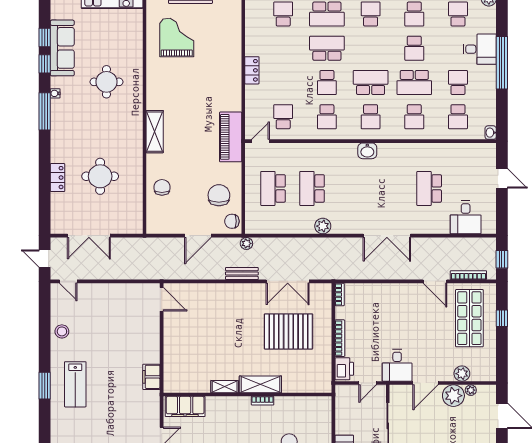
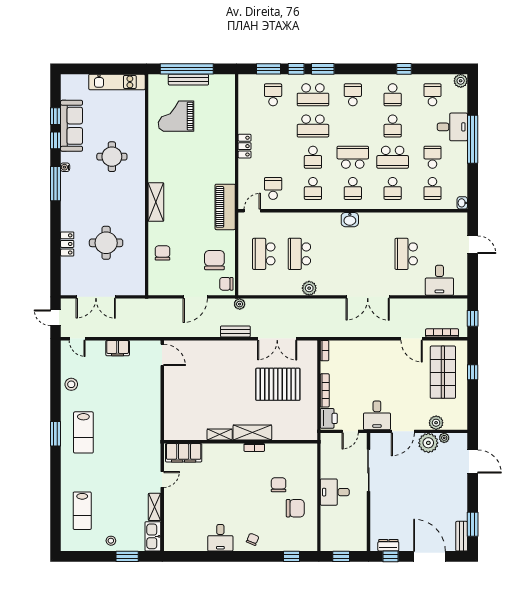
grand piano: (177, 37) -> (176, 116), turned -90
school desk: (327, 48) -> (313, 126), turned 180
filing cabinet: (151, 377) -> (118, 348), moved, turned -90

